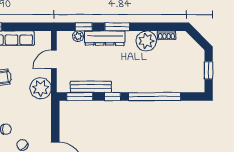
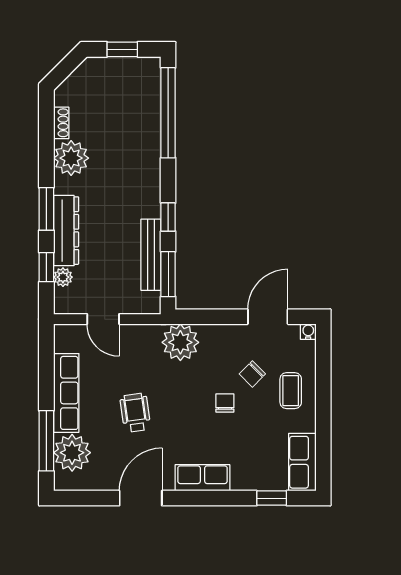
plant: (41, 88) -> (180, 342), moved
window: (155, 97) -> (168, 113), moved

